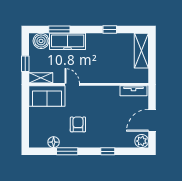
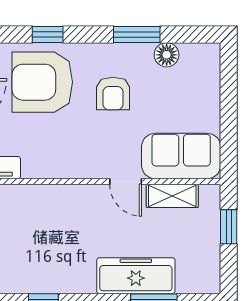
boiler: (41, 41) -> (194, 277), removed
shelving: (41, 78) -> (172, 196), moved
armchair: (110, 130) -> (42, 82), added

